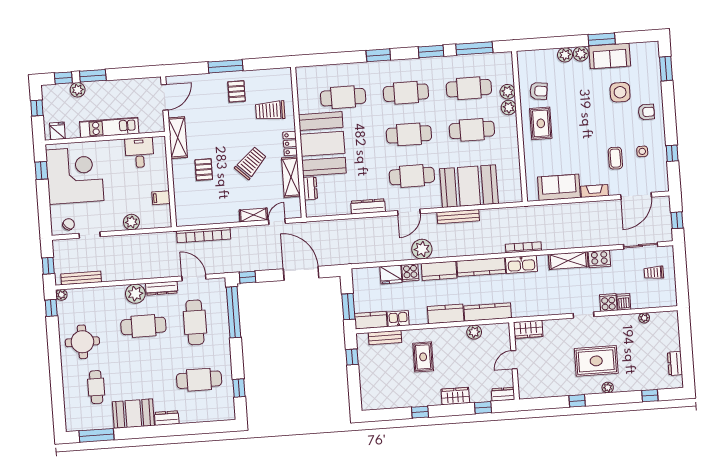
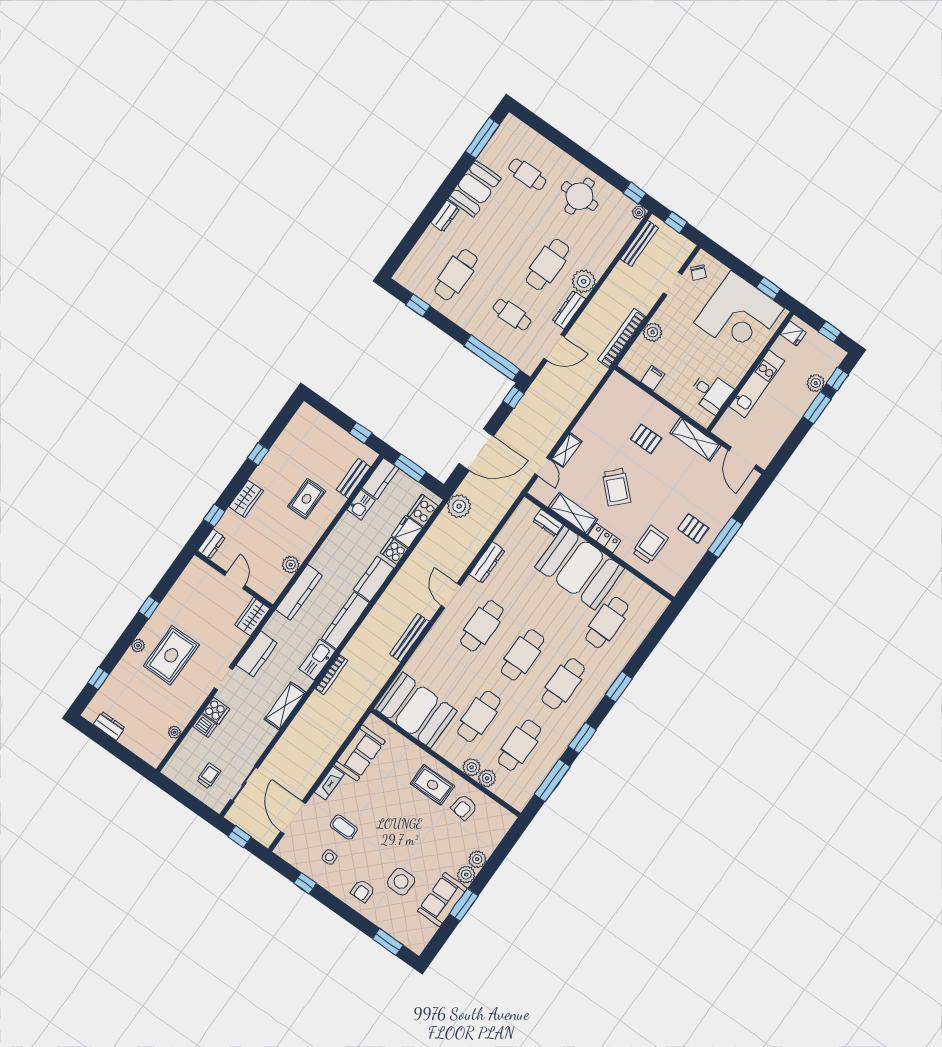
booth: (469, 186) -> (417, 710), moved, turned 90
bookcase: (204, 235) -> (622, 338), moved
plant: (422, 249) -> (459, 506), moved
cooker: (599, 259) -> (423, 511), moved
kitchen counter: (446, 314) -> (257, 654), moved
cafe table: (195, 322) -> (512, 315), width x0.73, depth x0.74
rug: (423, 357) -> (307, 499), turned 90

